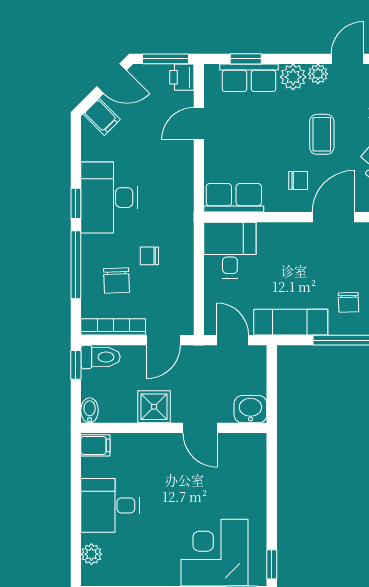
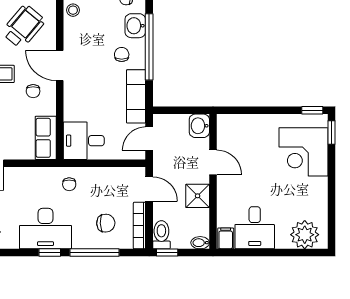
chair: (298, 180) -> (33, 91), turned 180
chair: (149, 256) -> (69, 184), moved
chair: (348, 302) -> (122, 55), turned -88
door: (200, 428) -> (213, 162), hinge flipped
desk: (110, 505) -> (255, 228), moved
plant: (91, 554) -> (305, 235), width x1.88, depth x1.88

